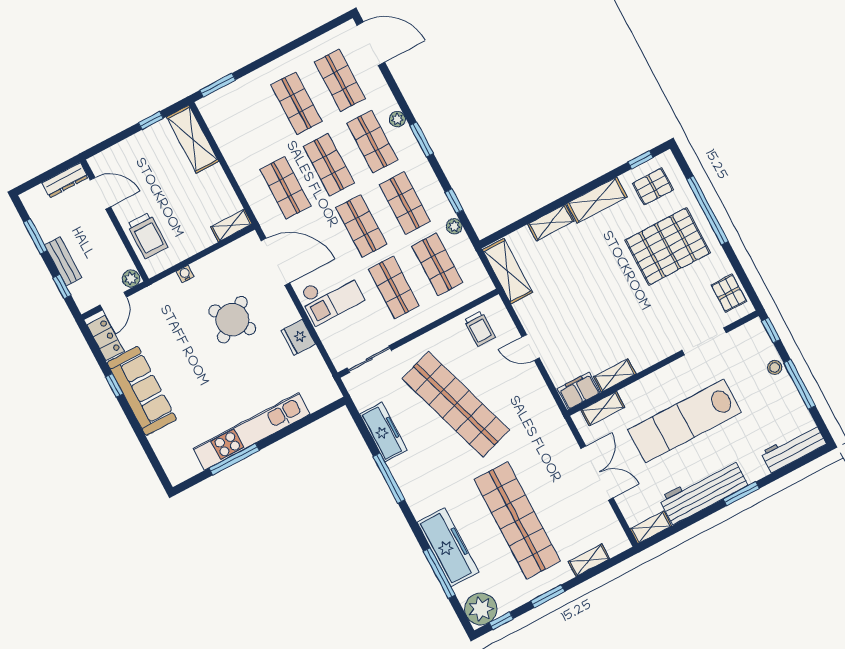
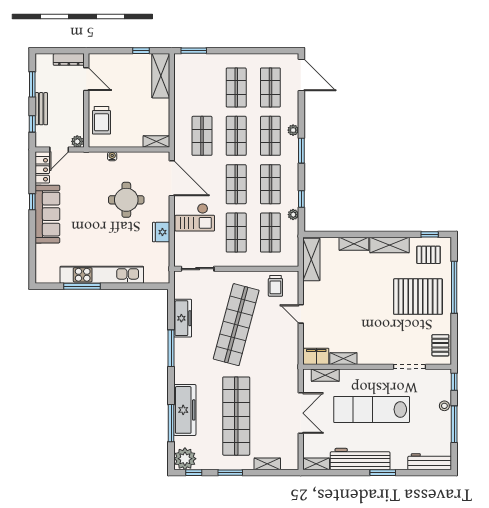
round table: (232, 320) -> (126, 200), turned 35
shop shelf: (456, 404) -> (236, 325), turned 33

